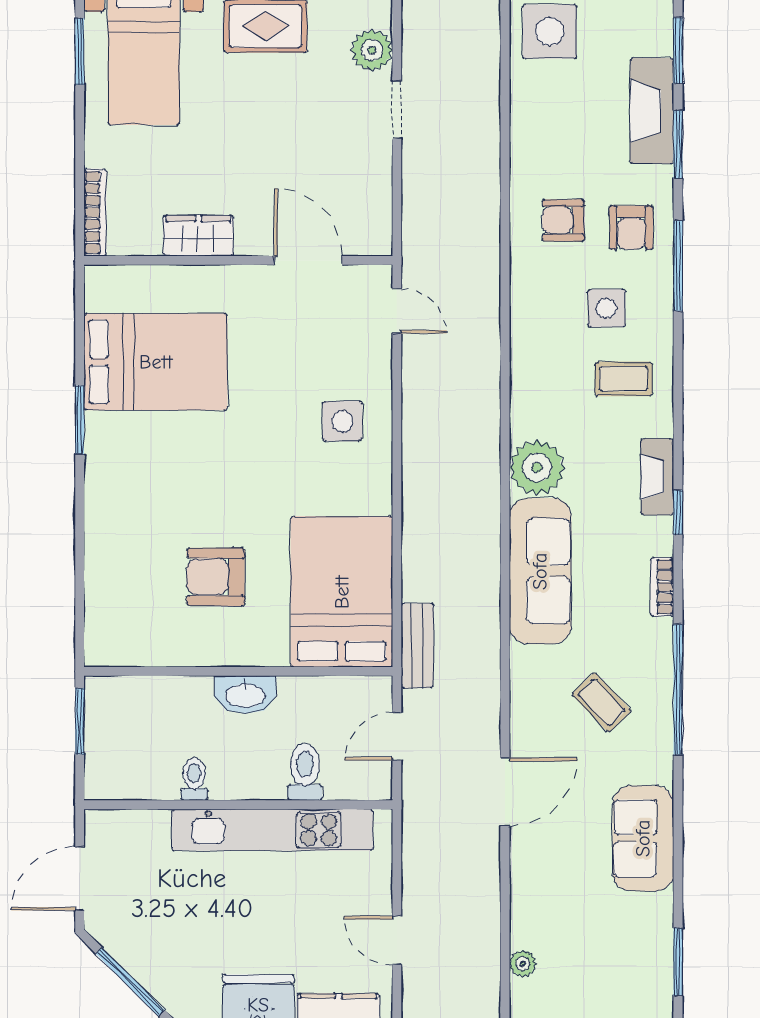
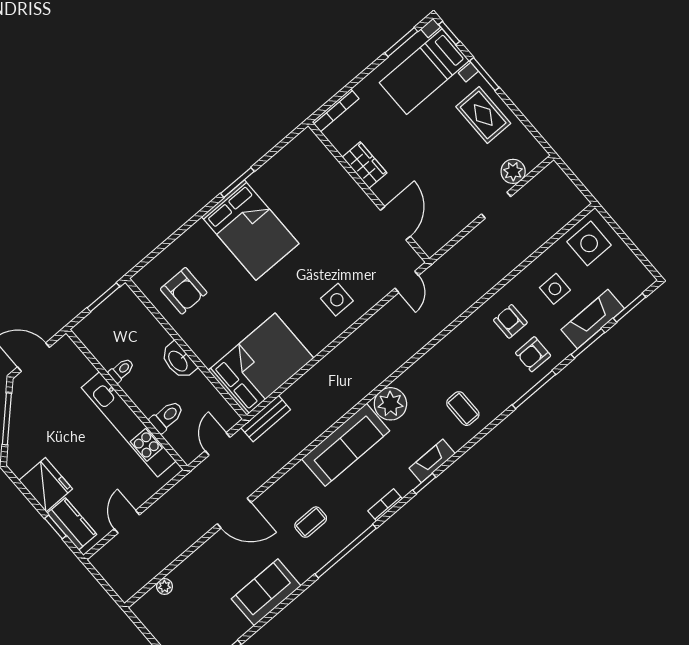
side table: (606, 308) -> (555, 289), moved
bed: (156, 362) -> (250, 230), moved
armchair: (216, 577) -> (184, 291), moved, turned 180
coffee table: (602, 702) -> (311, 522), turned 44
door: (397, 736) -> (218, 444), hinge flipped

